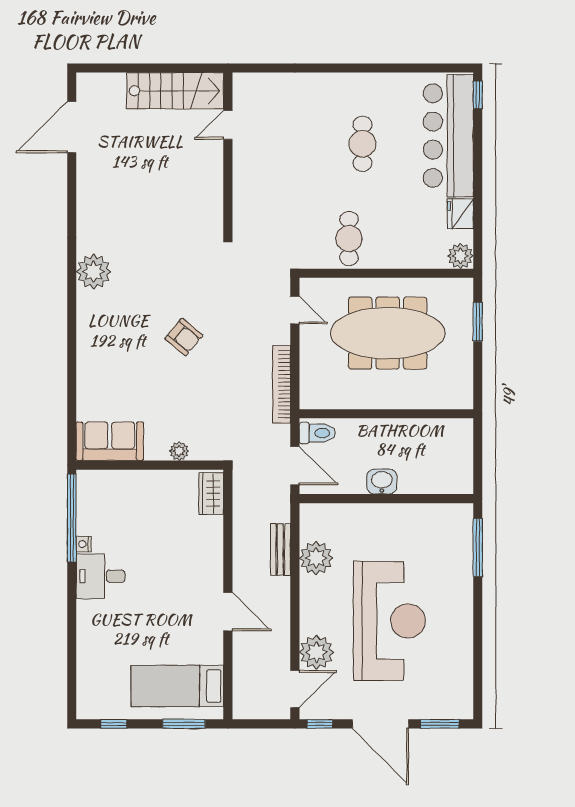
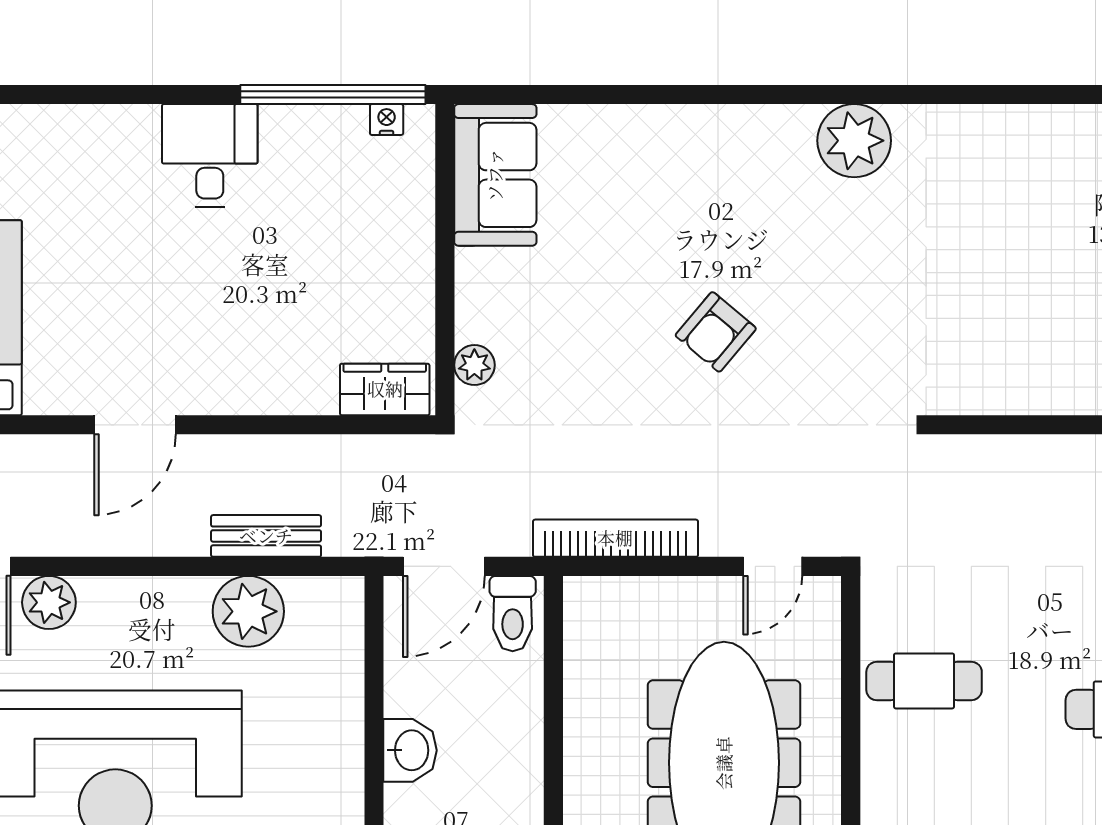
plant: (179, 451) -> (474, 365), moved
nightstand: (84, 544) -> (387, 120), moved
plant: (316, 652) -> (49, 602), width x0.73, depth x0.73

